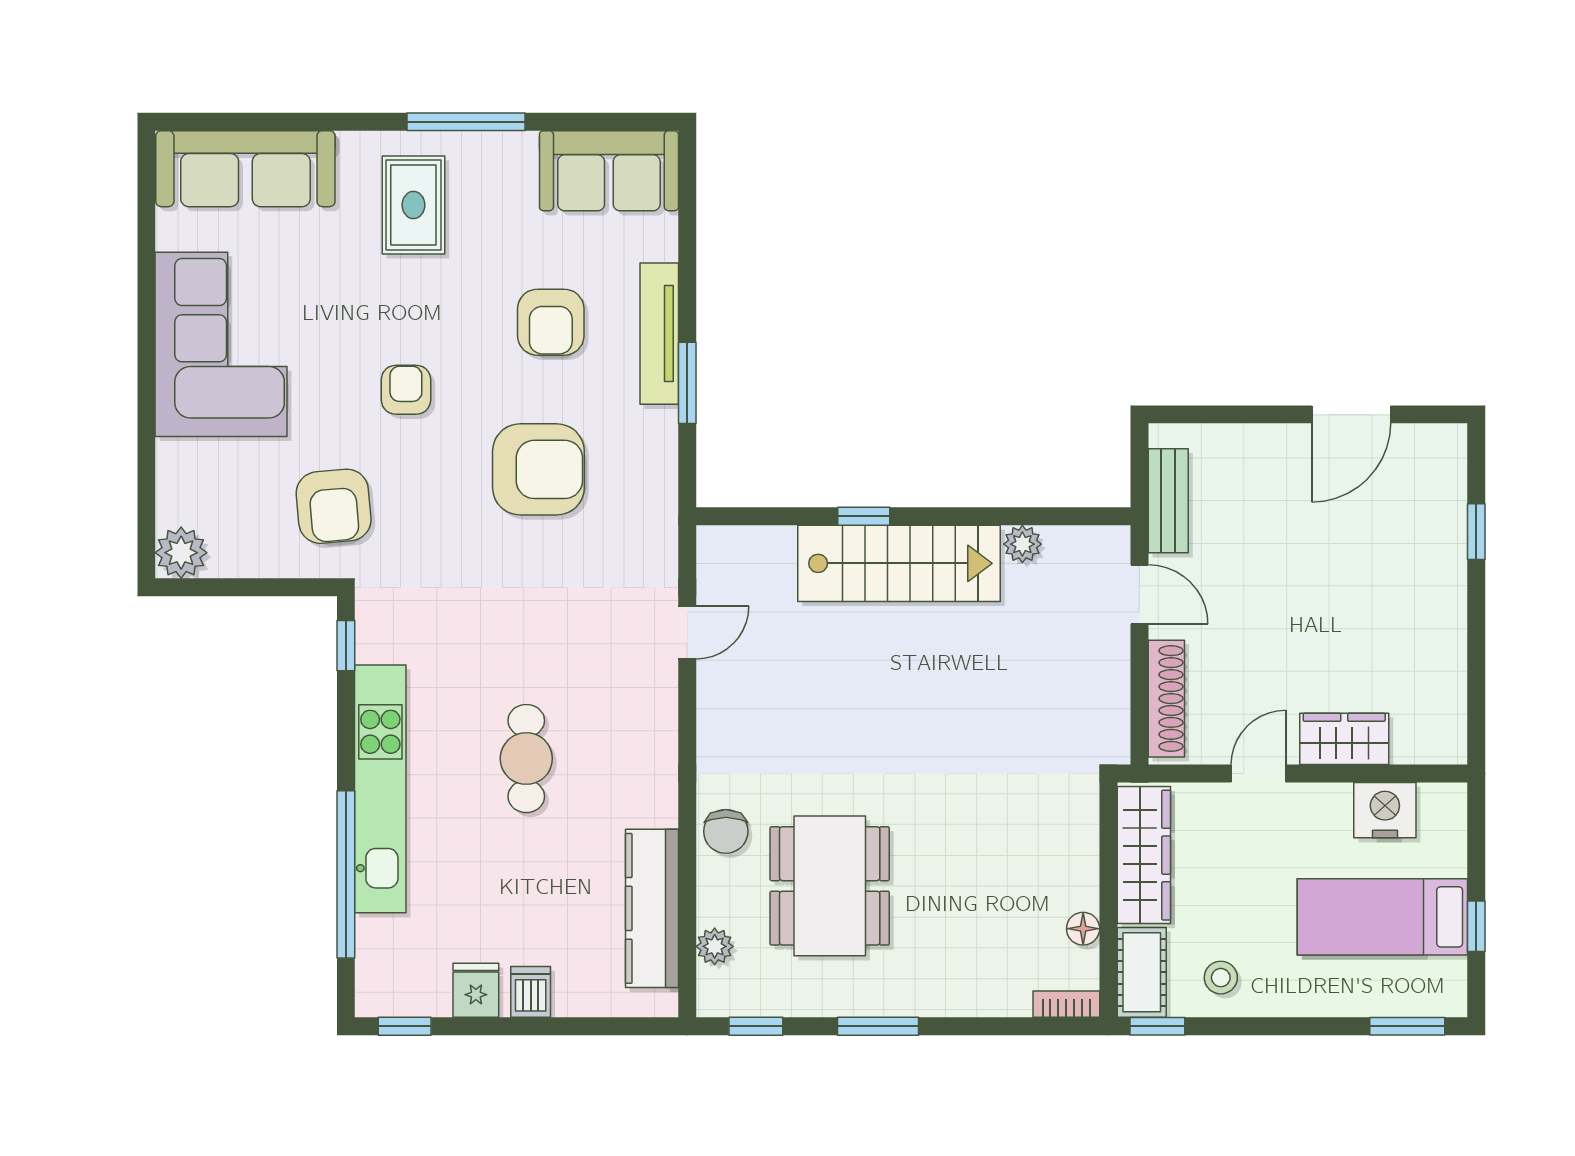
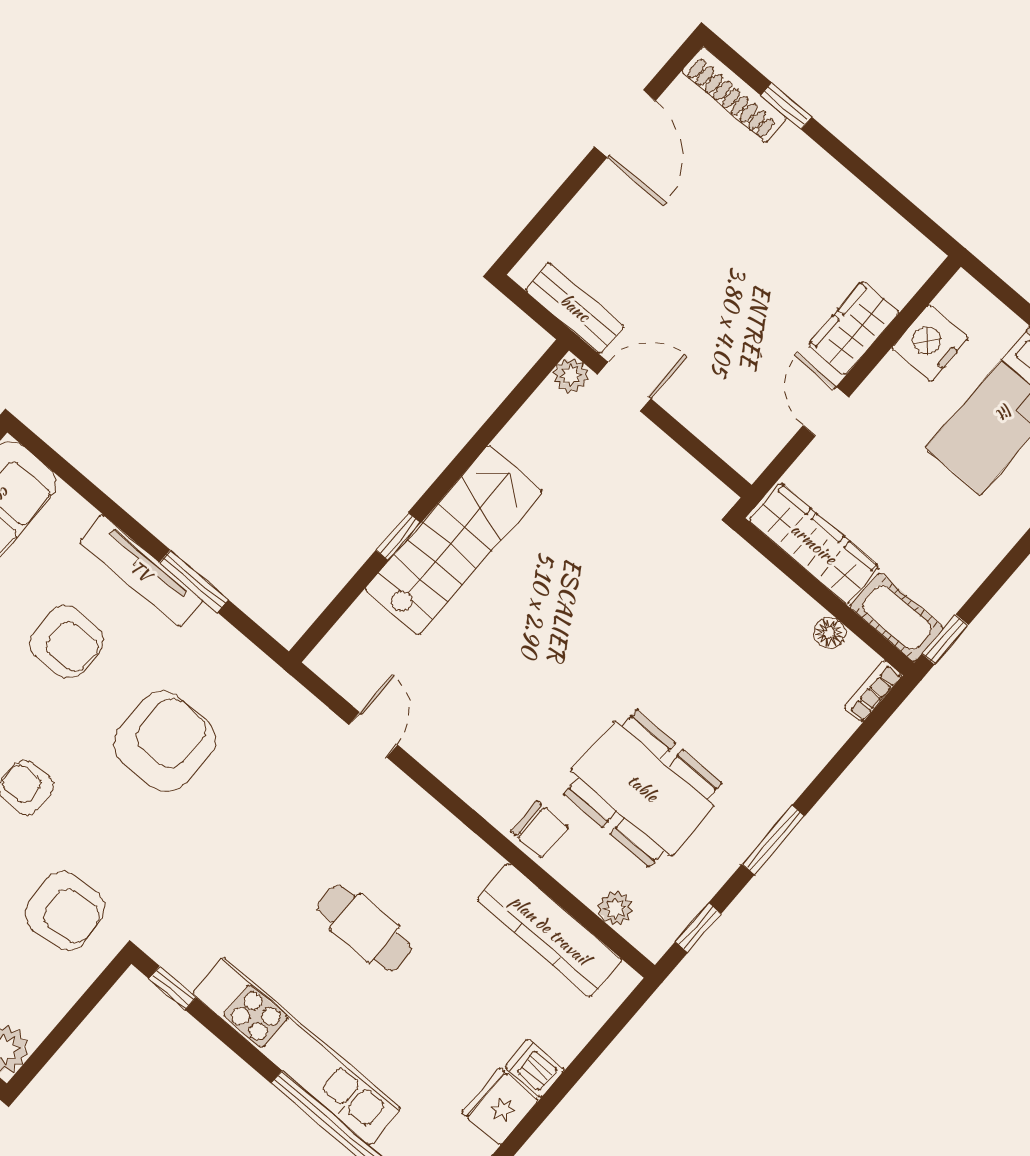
plant: (1022, 544) -> (571, 375), moved
shoe rack: (1166, 699) -> (734, 95), moved, turned 180
stool: (1221, 978) -> (949, 564), removed
fridge: (476, 990) -> (500, 1107), width x1.38

